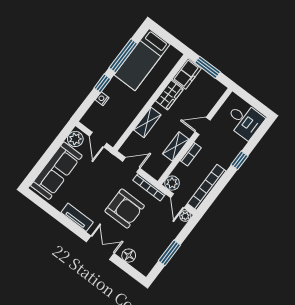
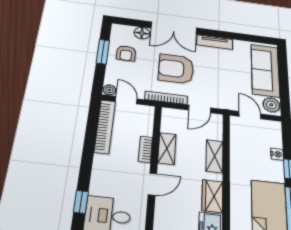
window: (239, 160) -> (81, 202), moved
plant: (172, 183) -> (145, 113), removed
armchair: (153, 242) -> (126, 53), added
double door: (100, 248) -> (174, 28), width x1.37

